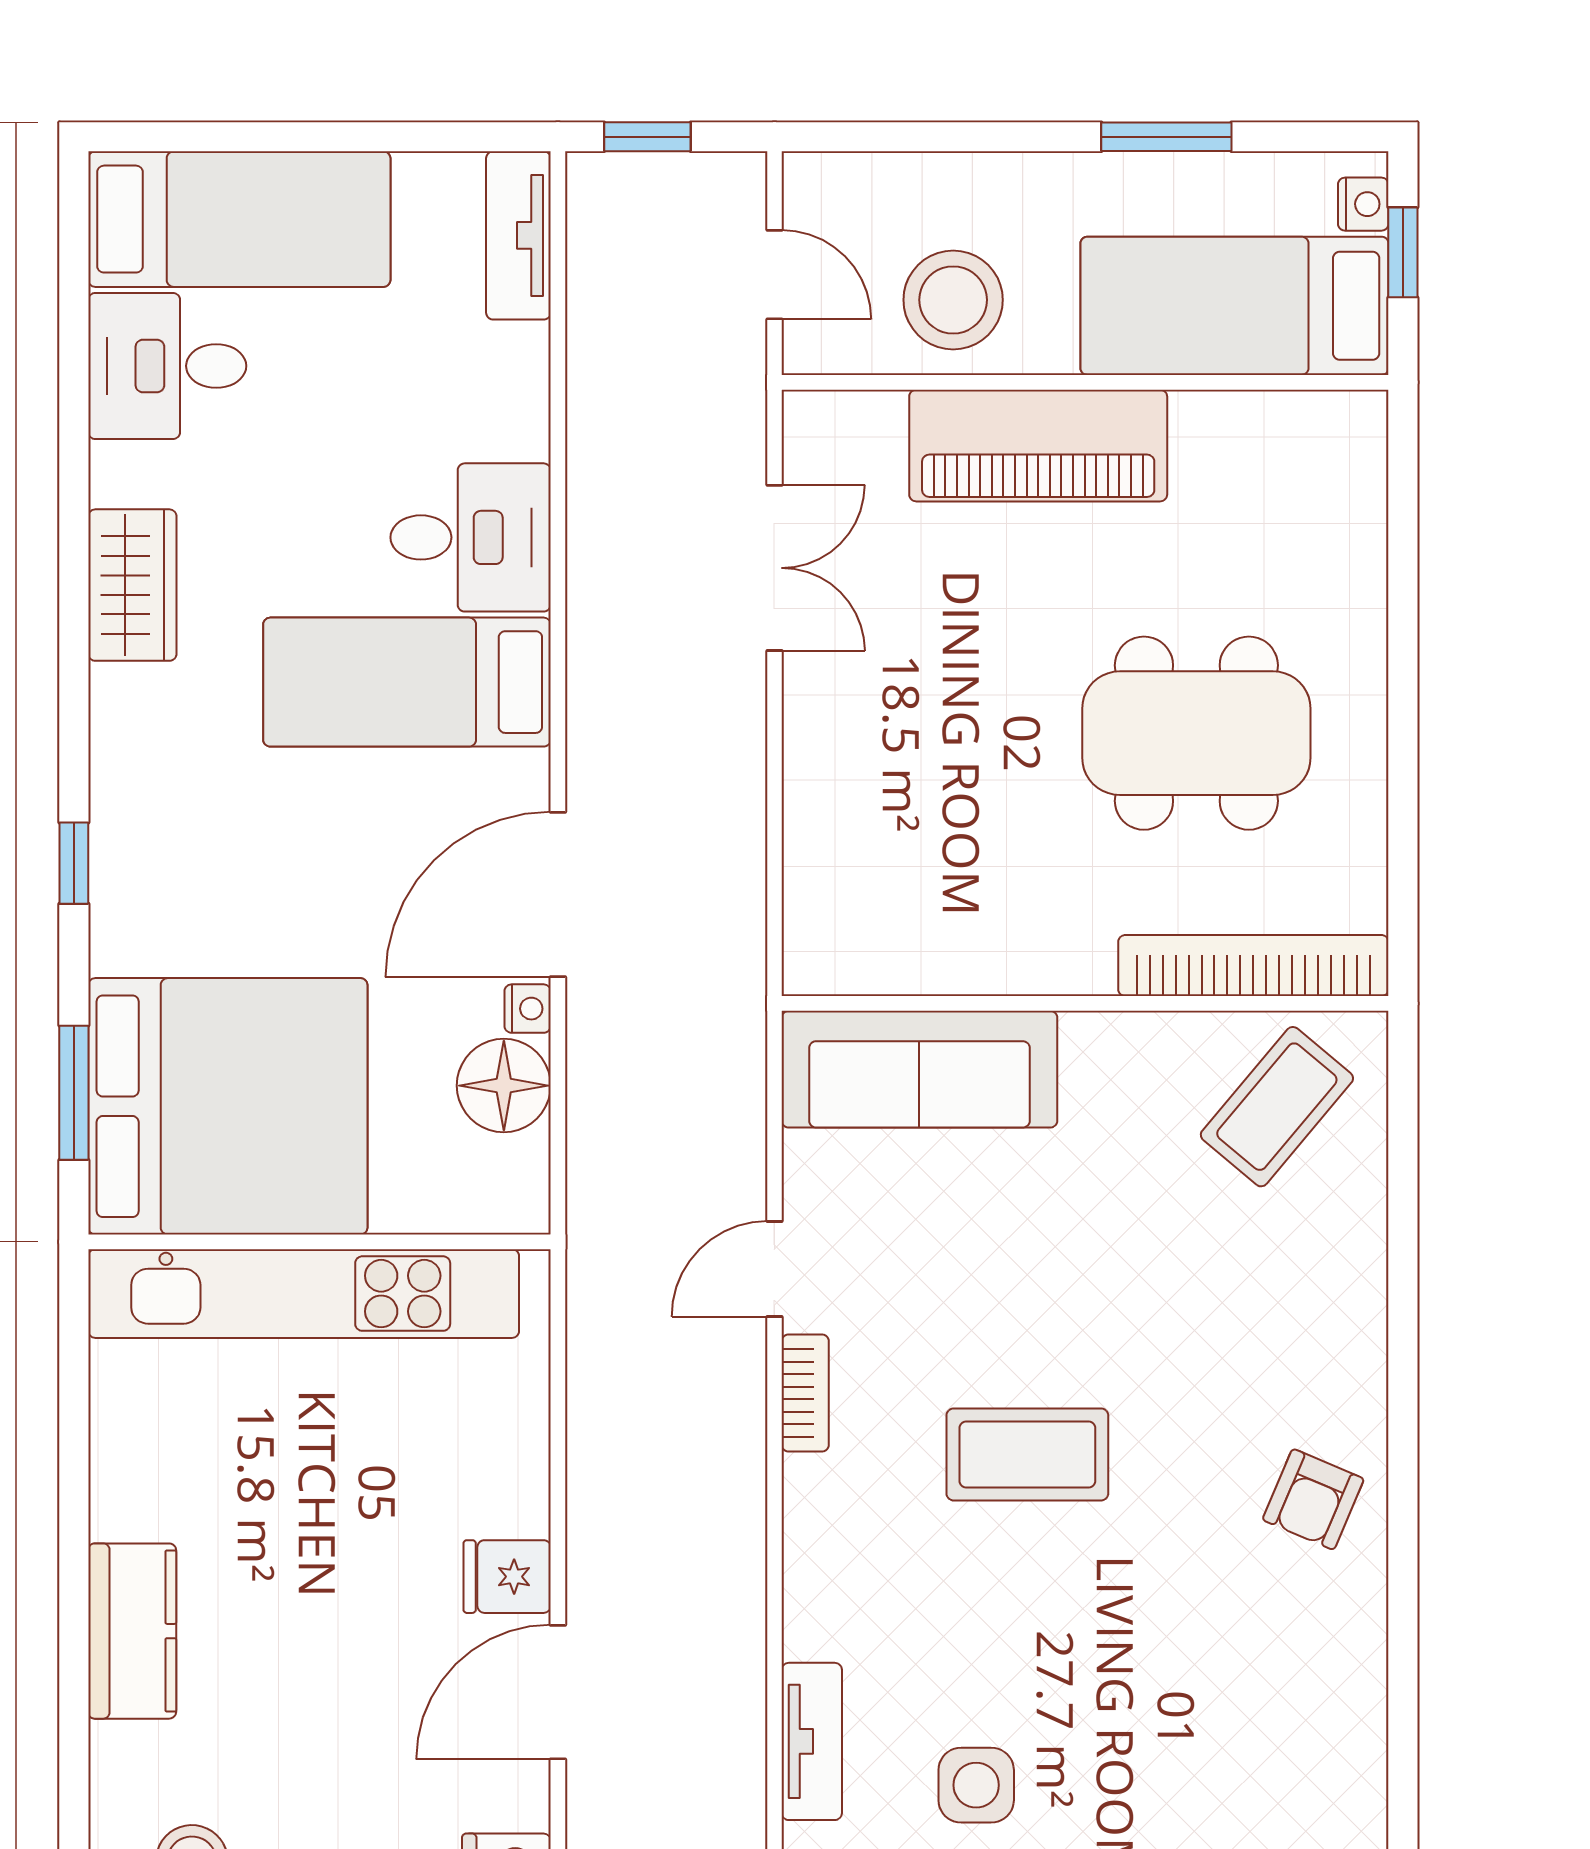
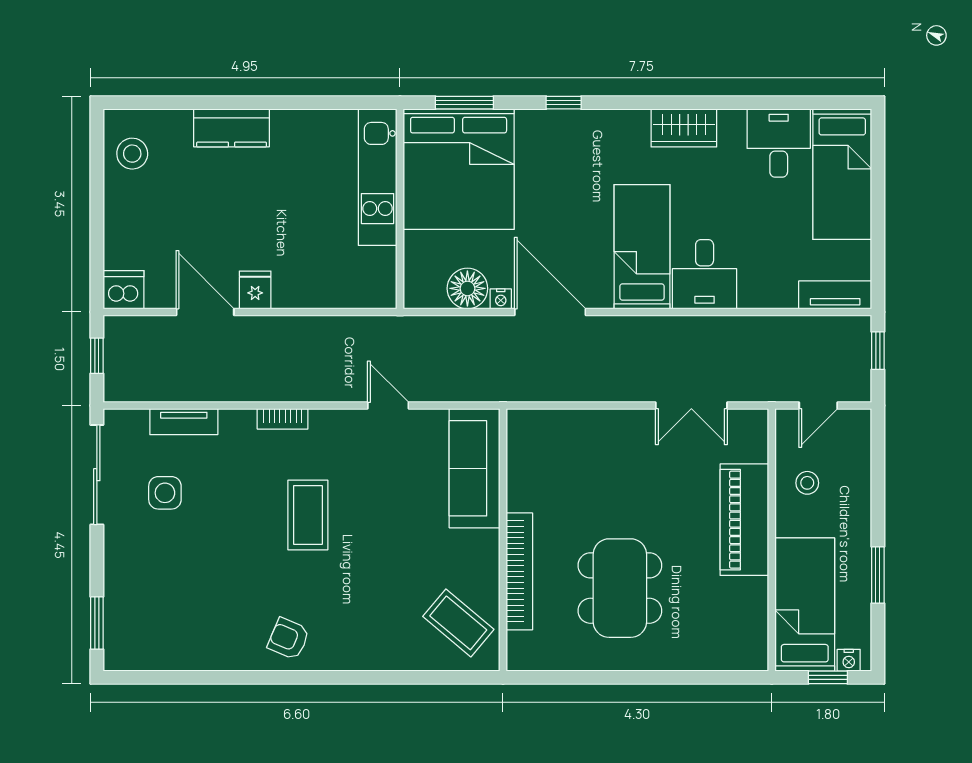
stool: (953, 300) -> (807, 483), width x0.53, depth x0.53
bookcase: (1253, 966) -> (519, 571), moved
kitchen unit: (304, 1294) -> (378, 177), width x0.73
bookcase: (805, 1393) -> (283, 419), moved

